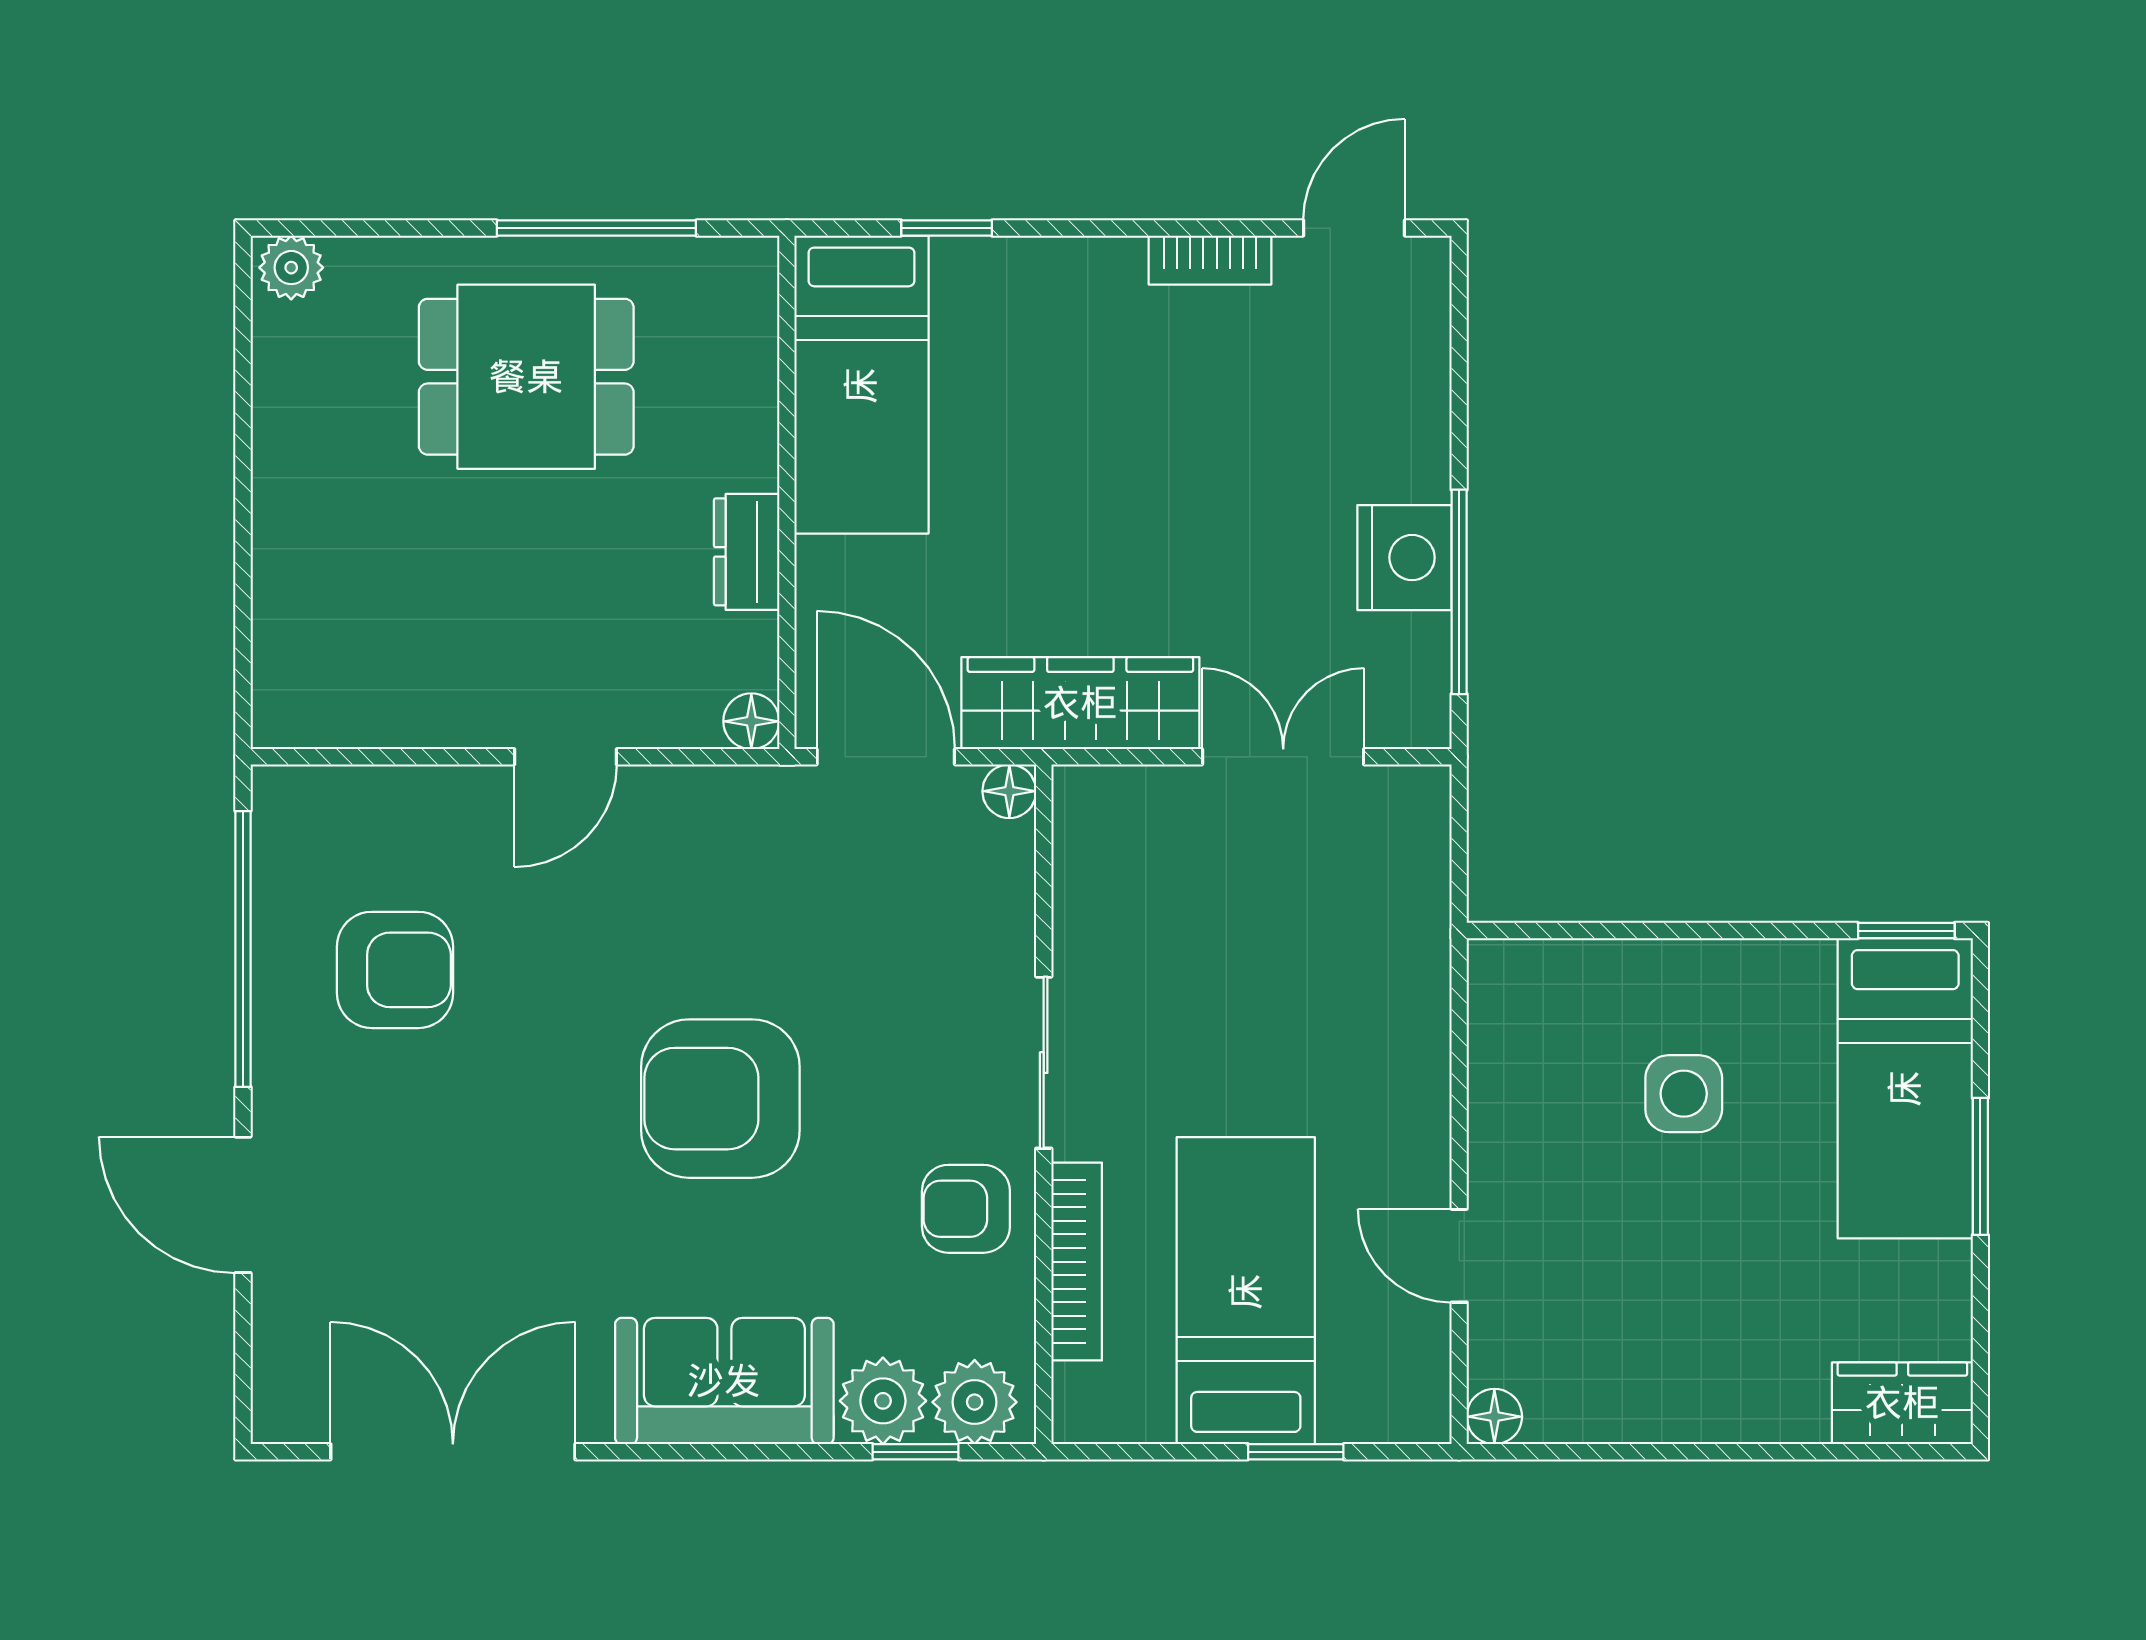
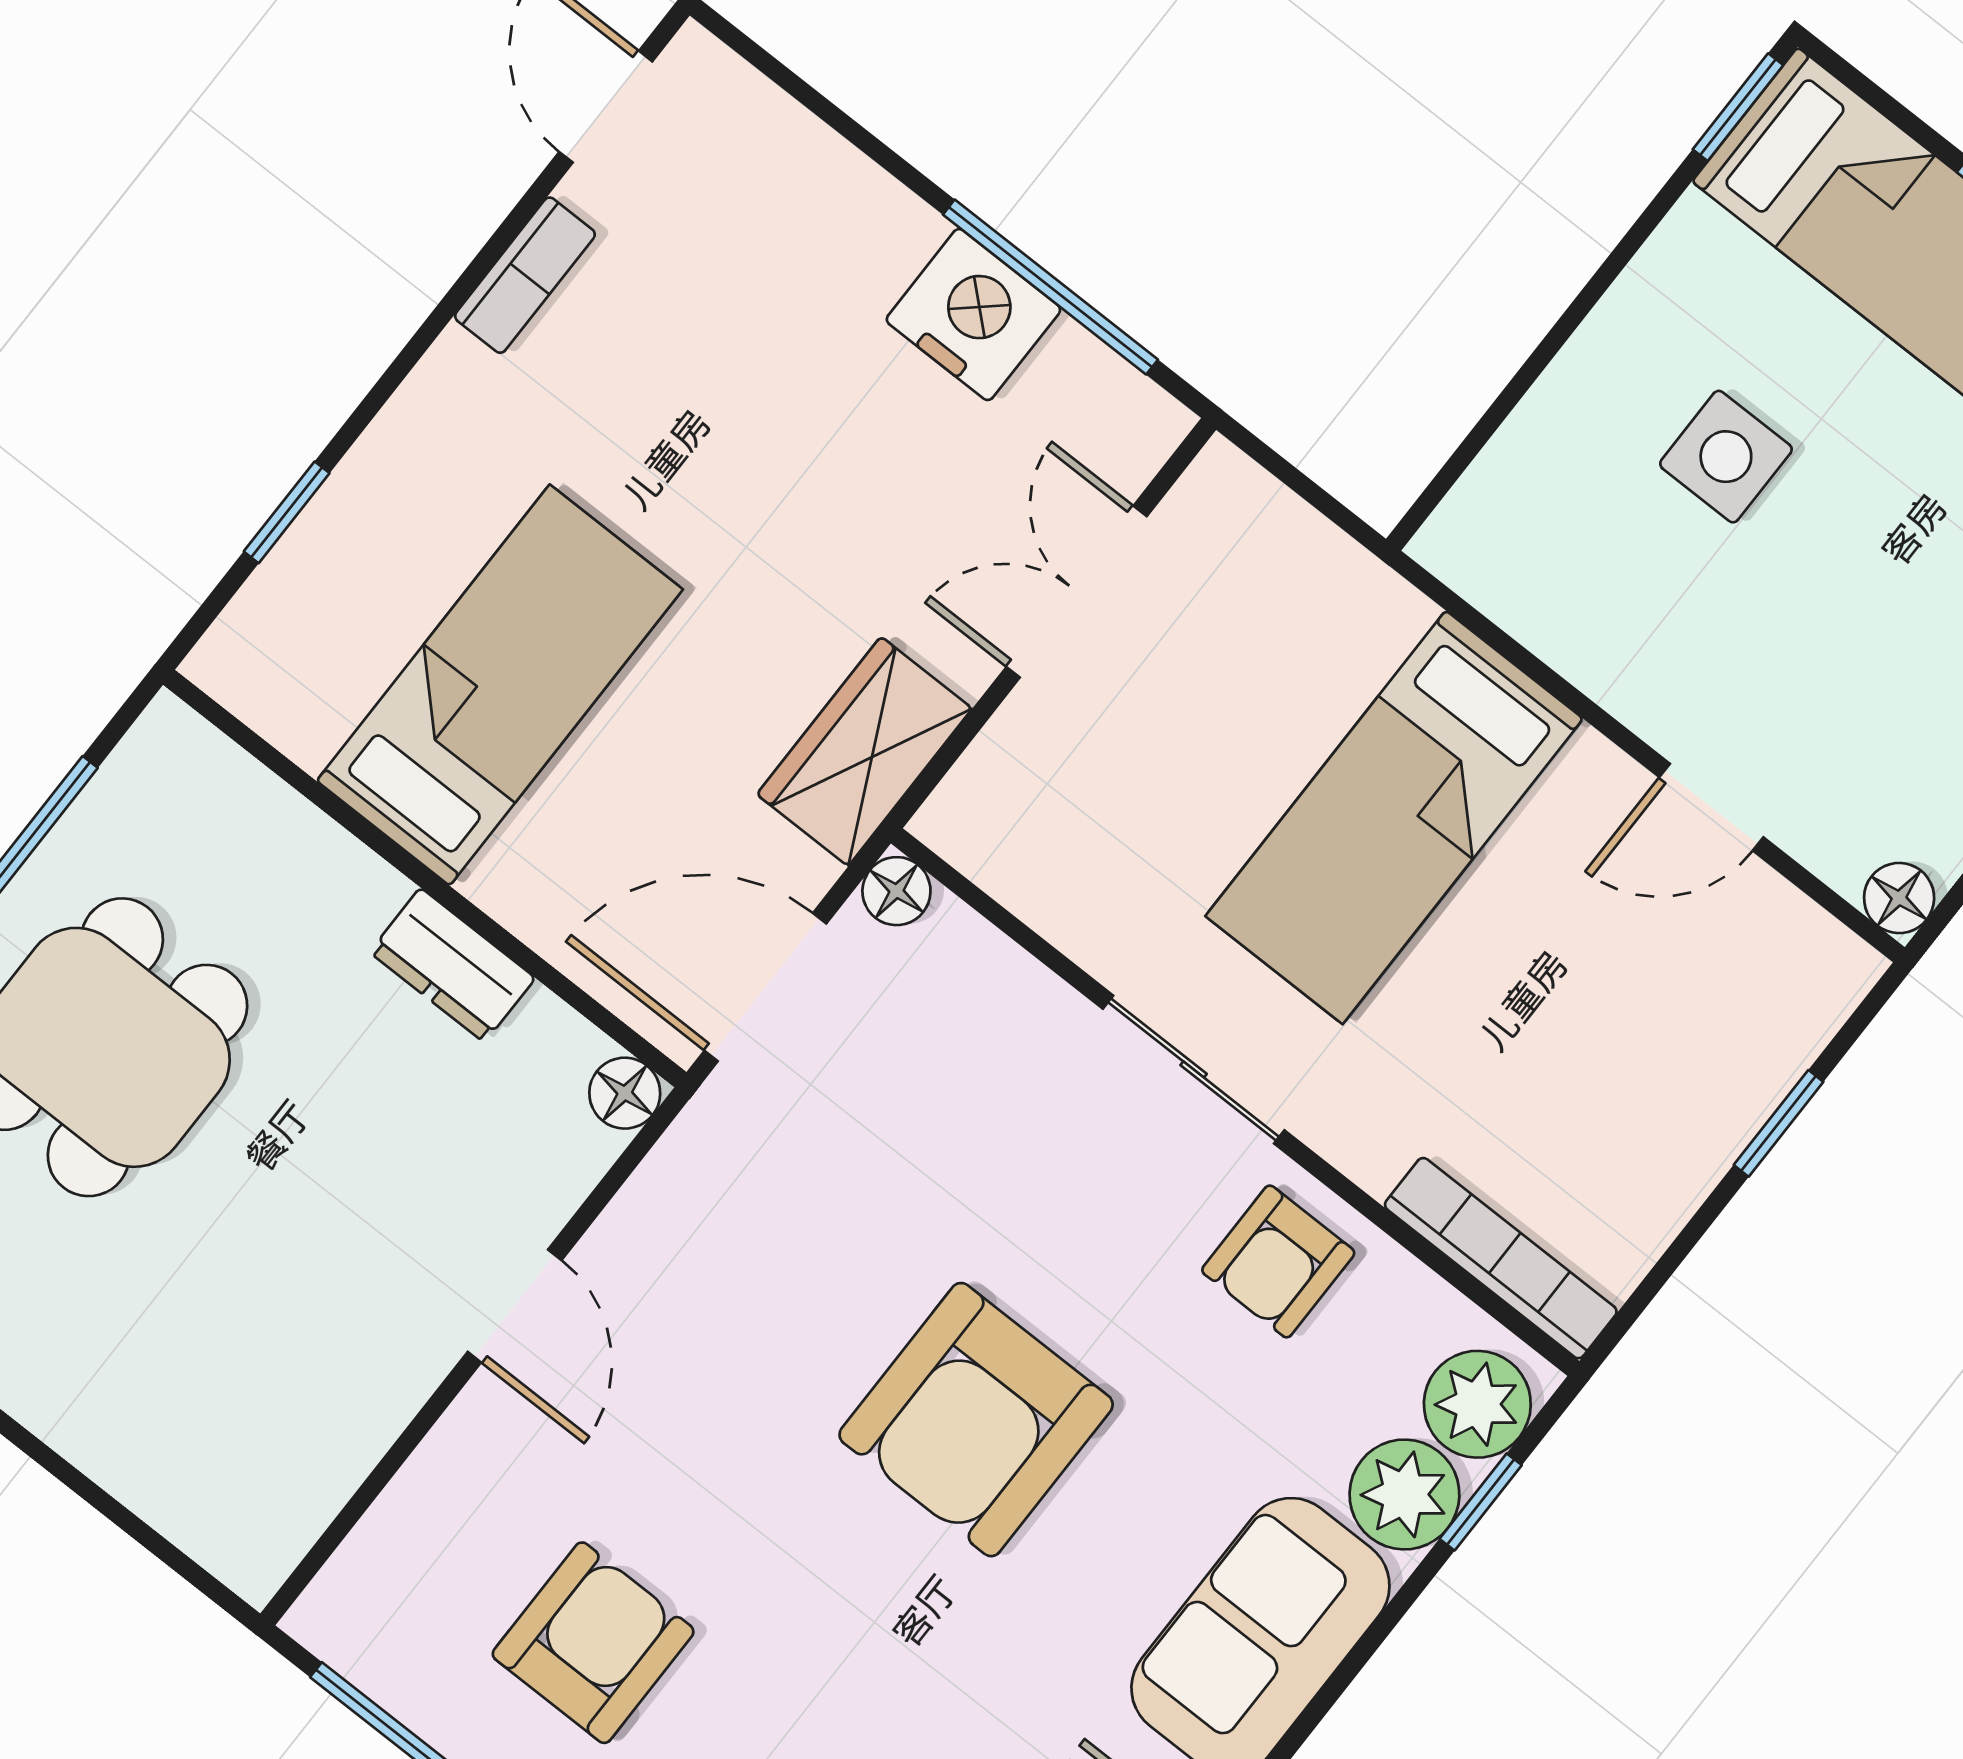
bed: (861, 385) -> (500, 685), moved, turned -90
wardrobe: (1080, 703) -> (865, 751), width x0.67
bookcase: (1077, 1262) -> (1501, 1258), moved
bed: (1246, 1291) -> (1394, 817), moved, turned -90

